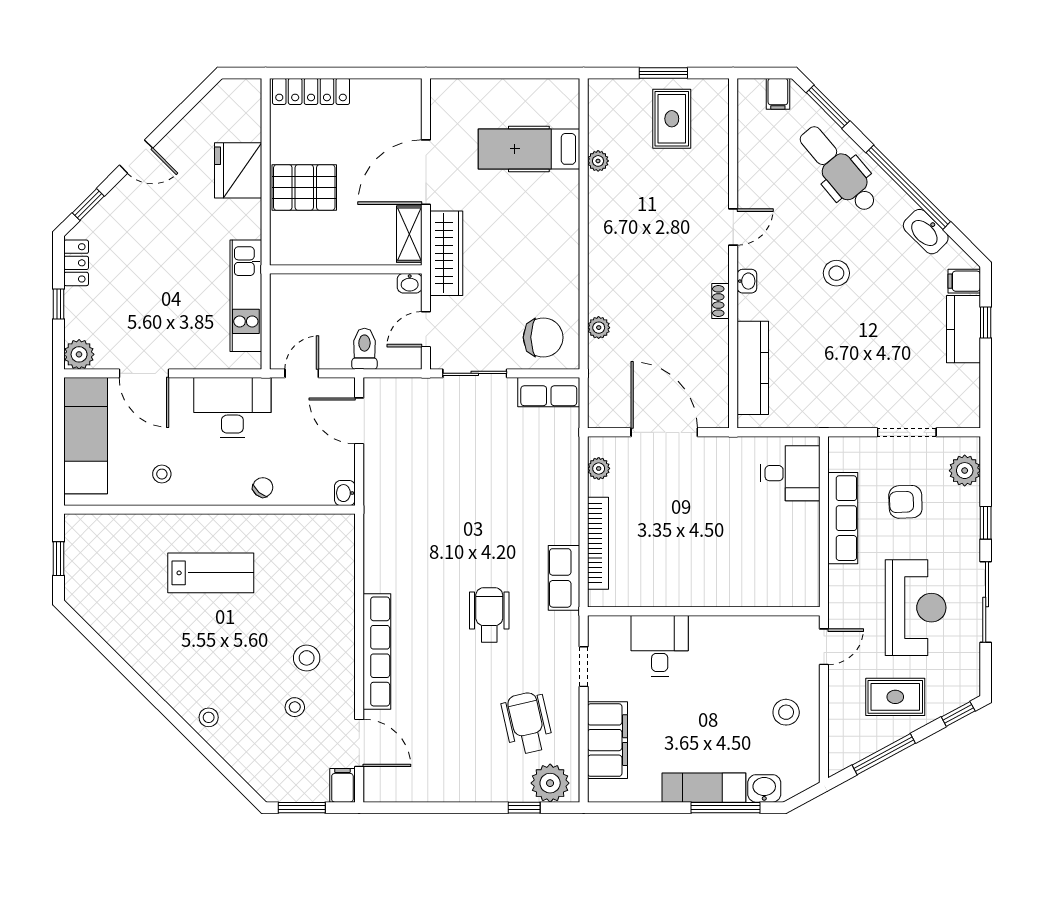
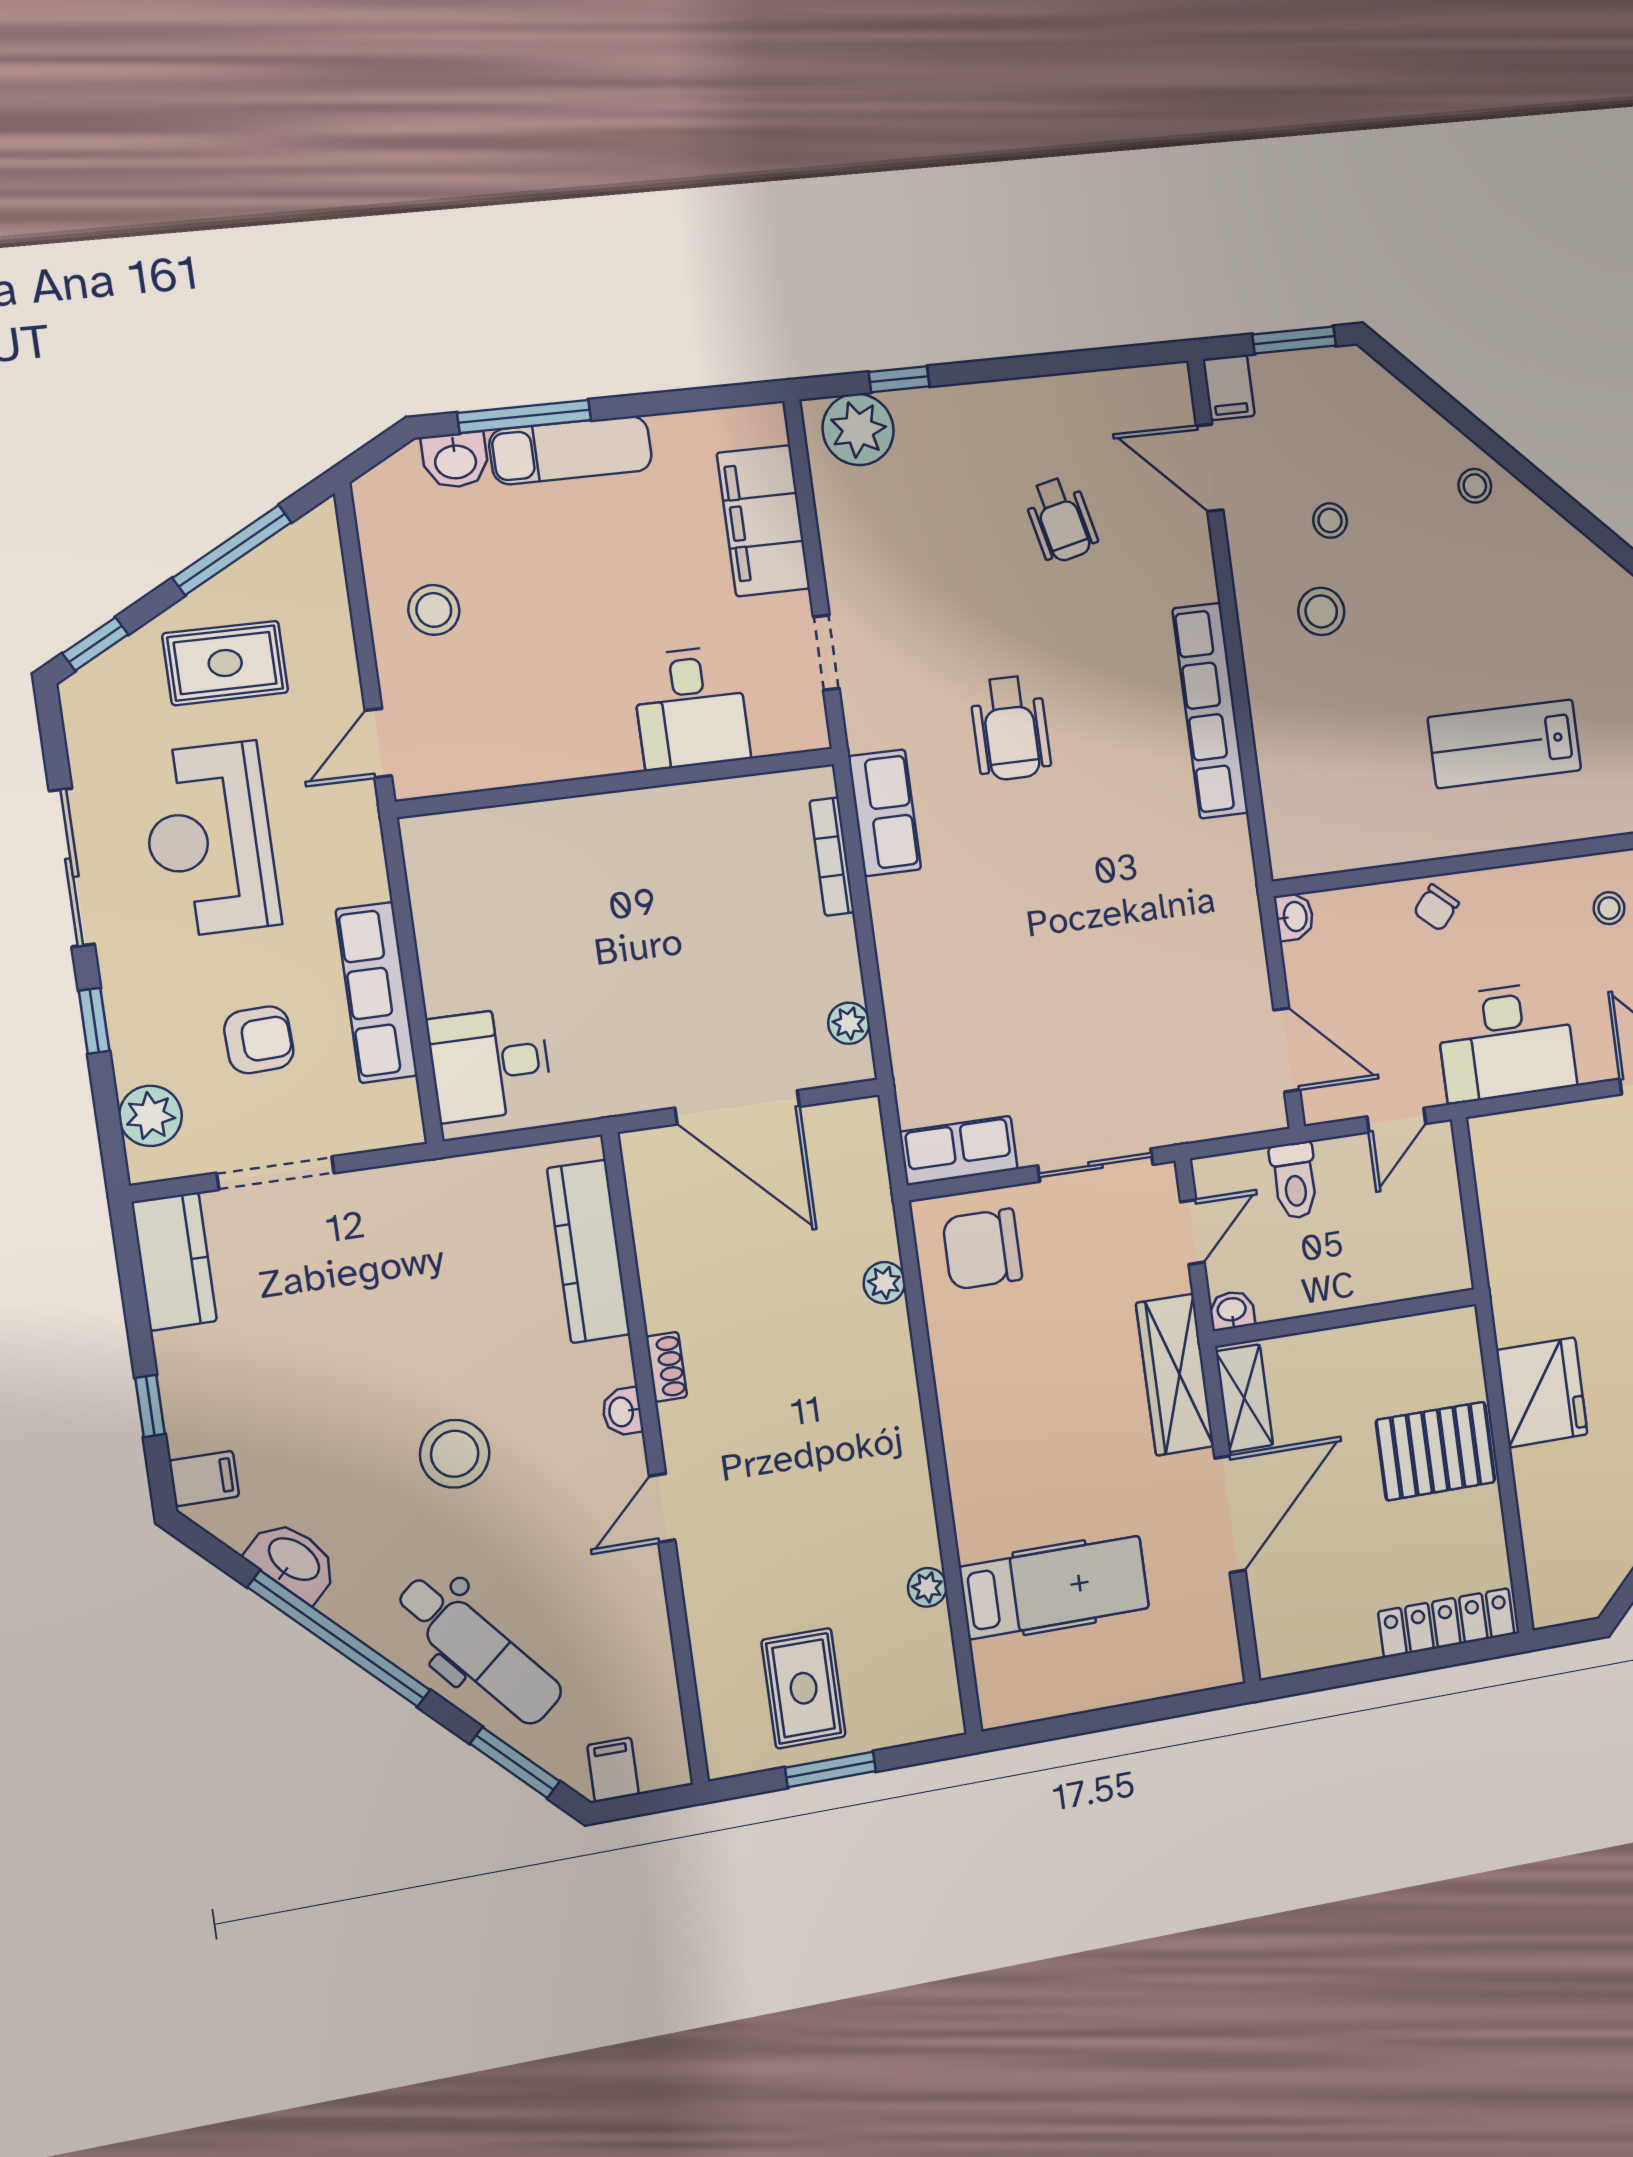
fridge: (238, 170) -> (1542, 1392), moved
stool: (836, 273) -> (455, 1454), width x1.38, depth x1.38
kitchen unit: (246, 296) -> (1509, 1243), removed
kitchen counter: (963, 329) -> (174, 1262), moved
bookcase: (598, 543) -> (832, 857), width x0.68, depth x0.76
row of seats: (377, 651) -> (1210, 711), moved
wheelchair: (527, 723) -> (1061, 520), moved, width x0.73, depth x0.73

